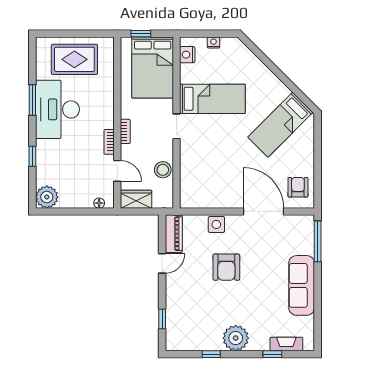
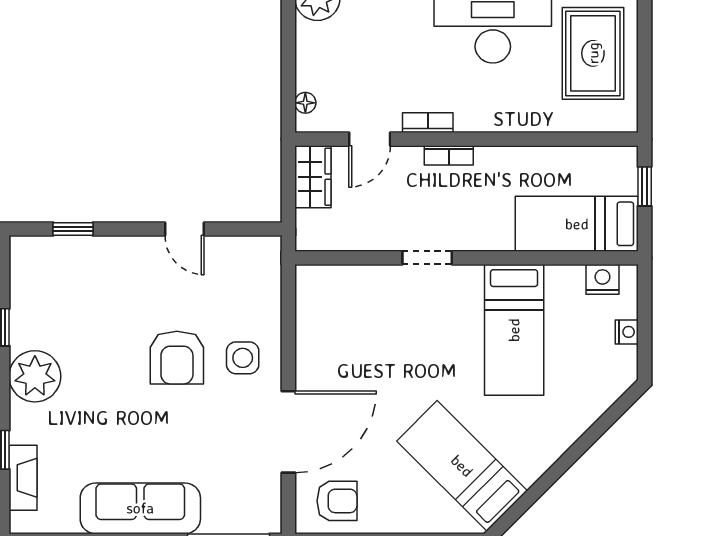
bed: (153, 67) -> (577, 224), width x0.67
doorway: (177, 126) -> (427, 258), moved
stool: (163, 170) -> (372, 230), removed
side table: (216, 224) -> (243, 358), moved
piano: (174, 234) -> (244, 252), removed
armchair: (226, 267) -> (177, 358), turned -90

